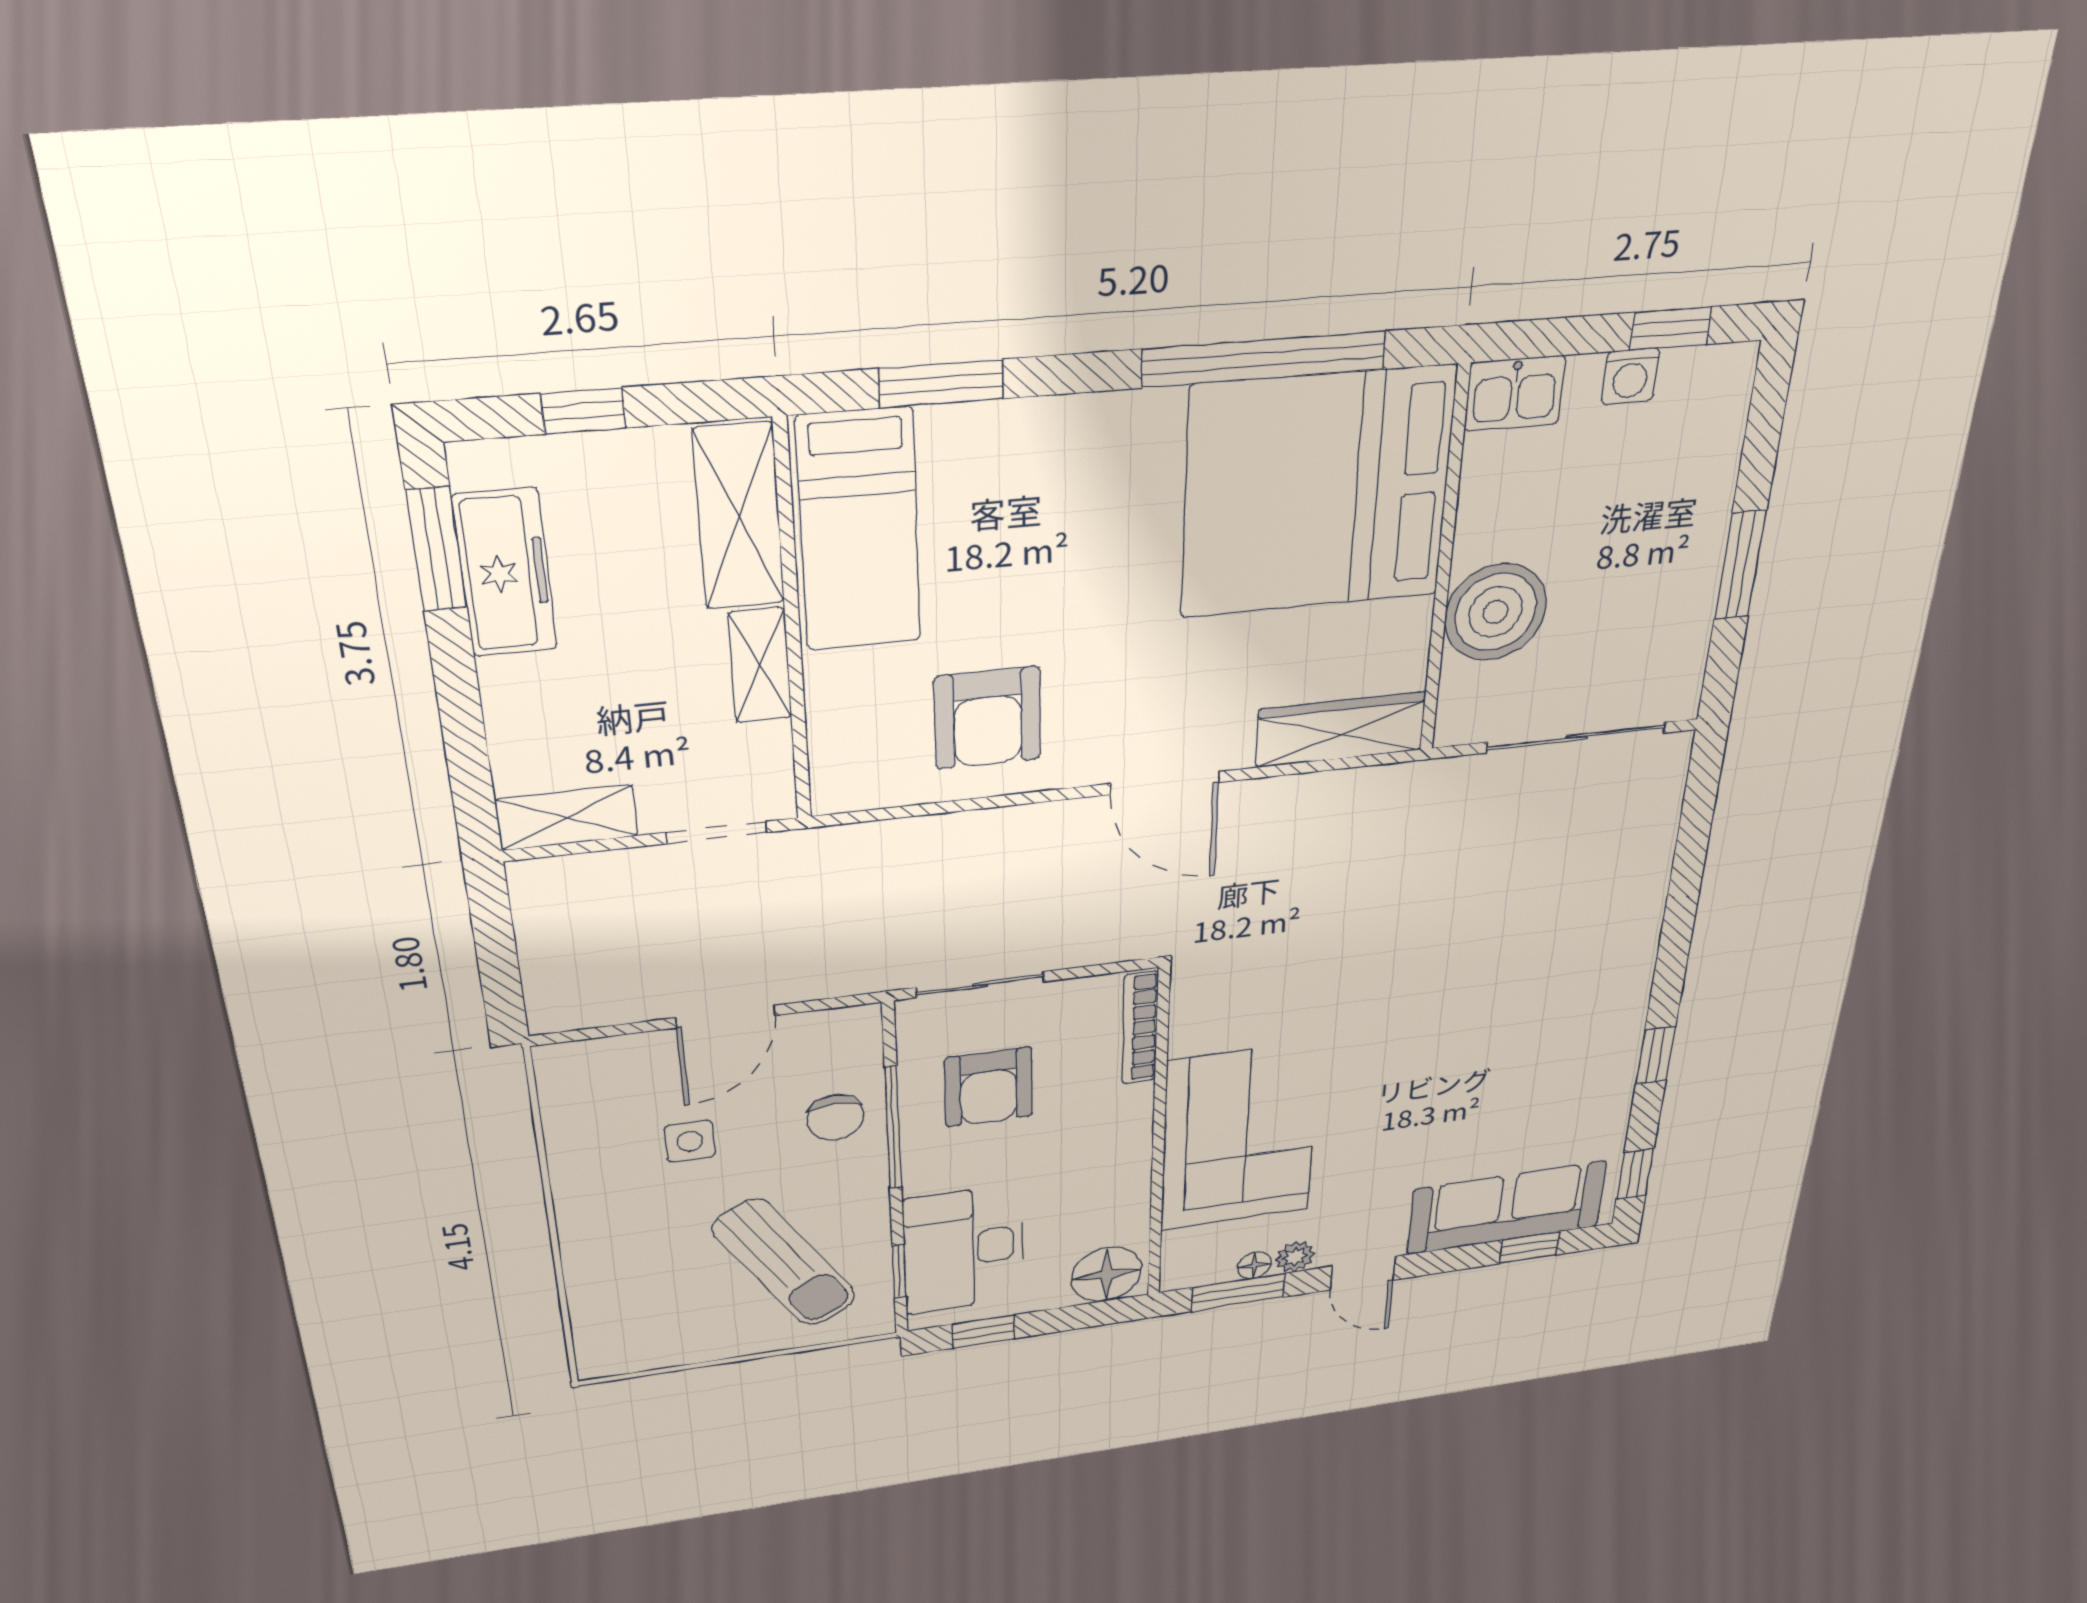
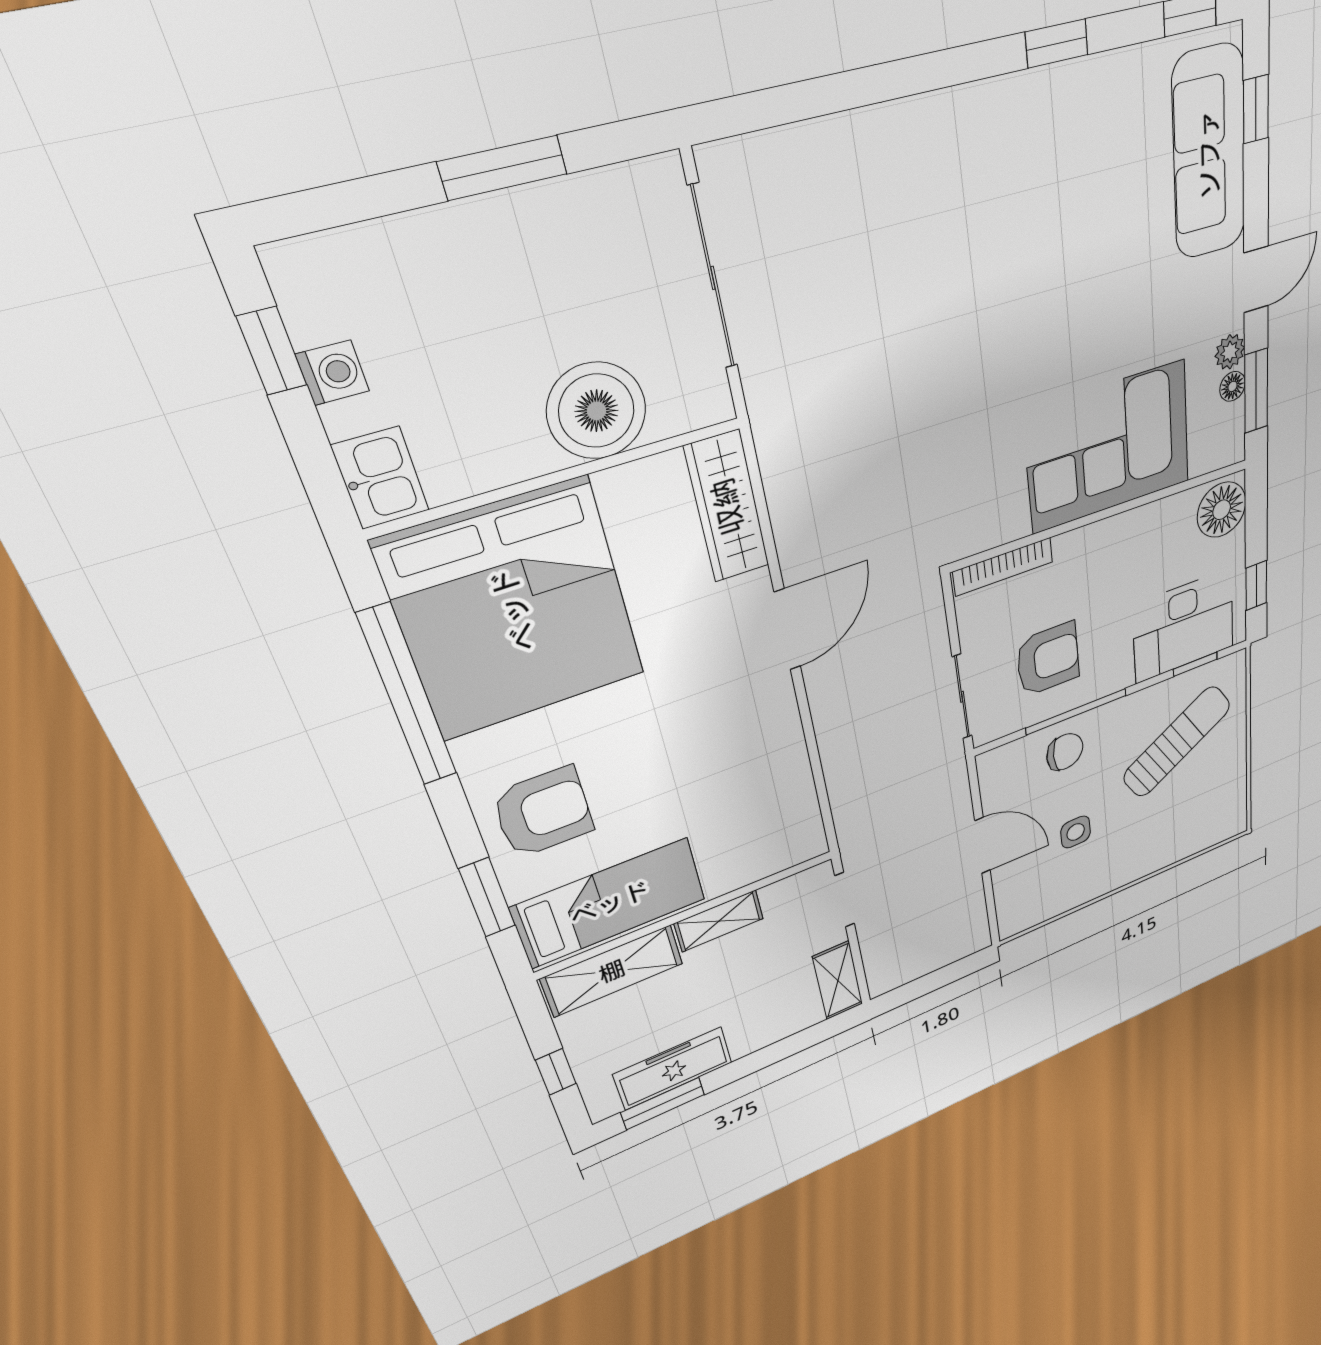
armchair: (988, 718) -> (543, 812), moved

